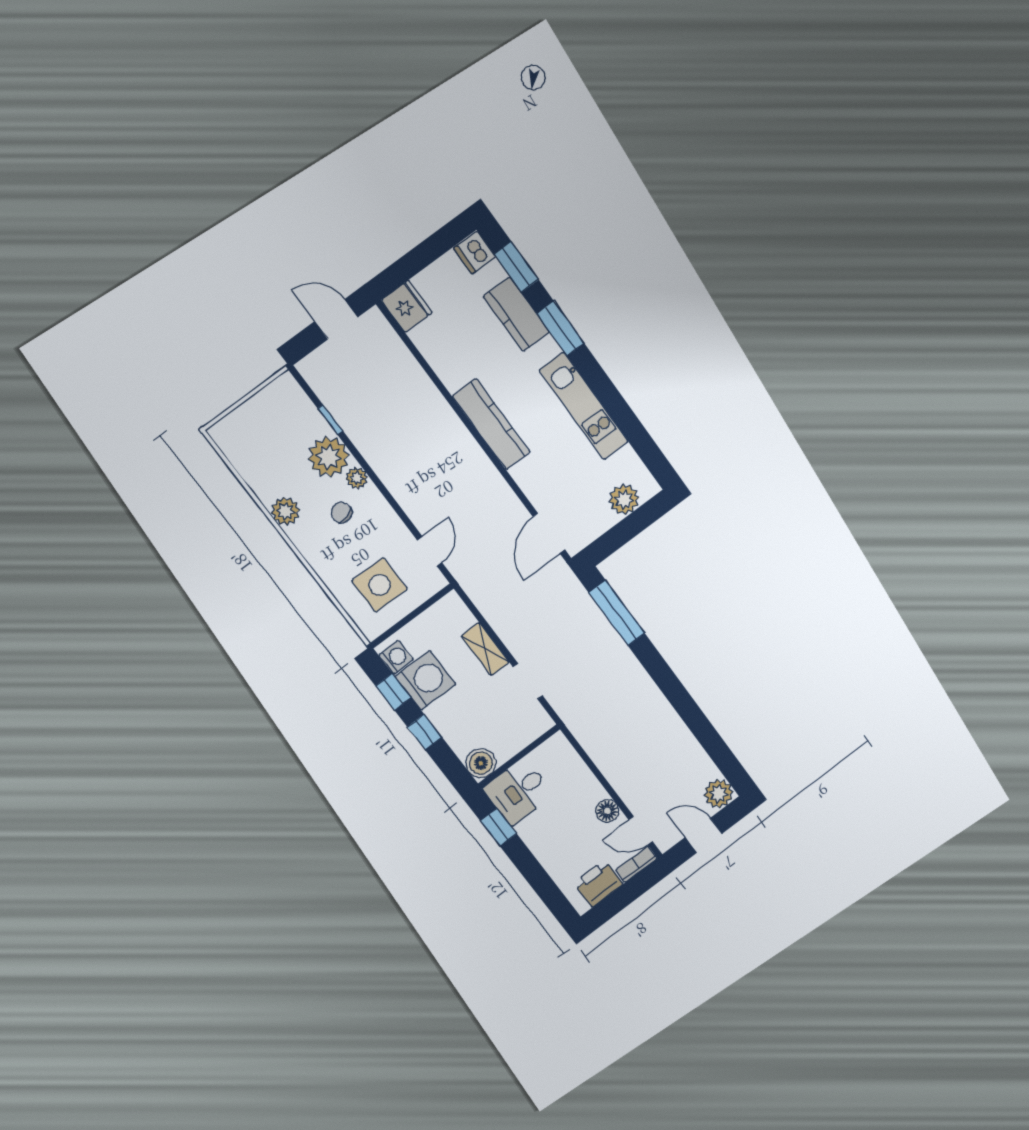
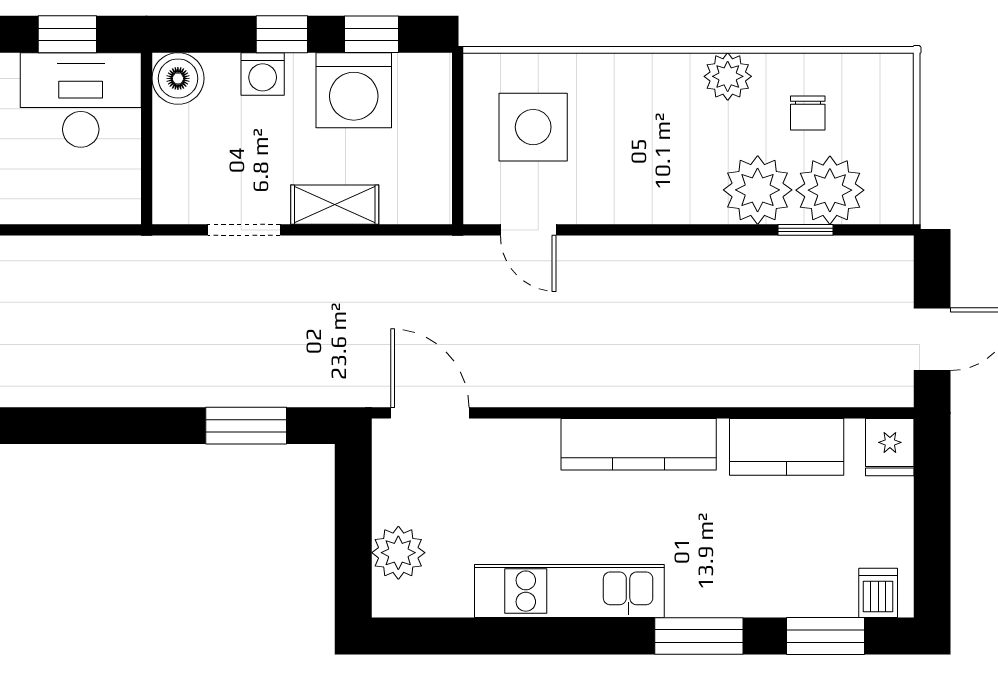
dishwasher: (475, 253) -> (878, 593), width x0.73
fridge: (407, 306) -> (890, 447), width x0.72
kitchen counter: (516, 314) -> (787, 447), moved, turned 180
plant: (357, 478) -> (830, 190), moved, width x1.88, depth x1.88
chair: (342, 513) -> (808, 113), moved, turned 106
window: (617, 613) -> (246, 426), width x0.69
washing machine: (396, 657) -> (263, 74), moved
desk: (518, 791) -> (81, 100), width x1.37

